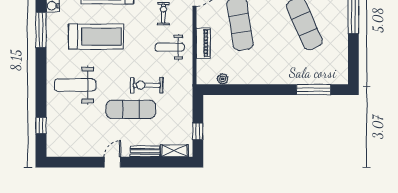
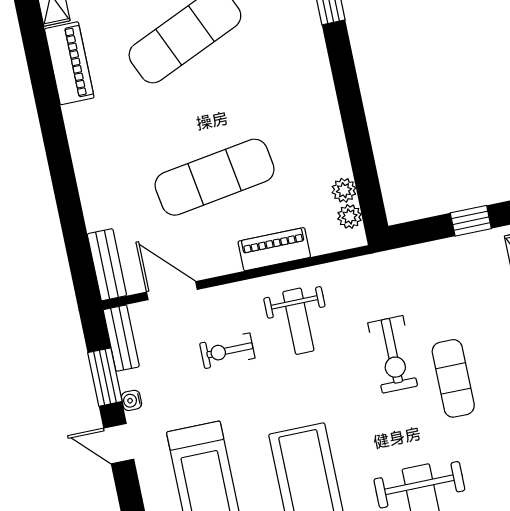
plant: (211, 79) -> (350, 217), added
exercise mat: (131, 109) -> (453, 378), width x0.73, depth x0.69

